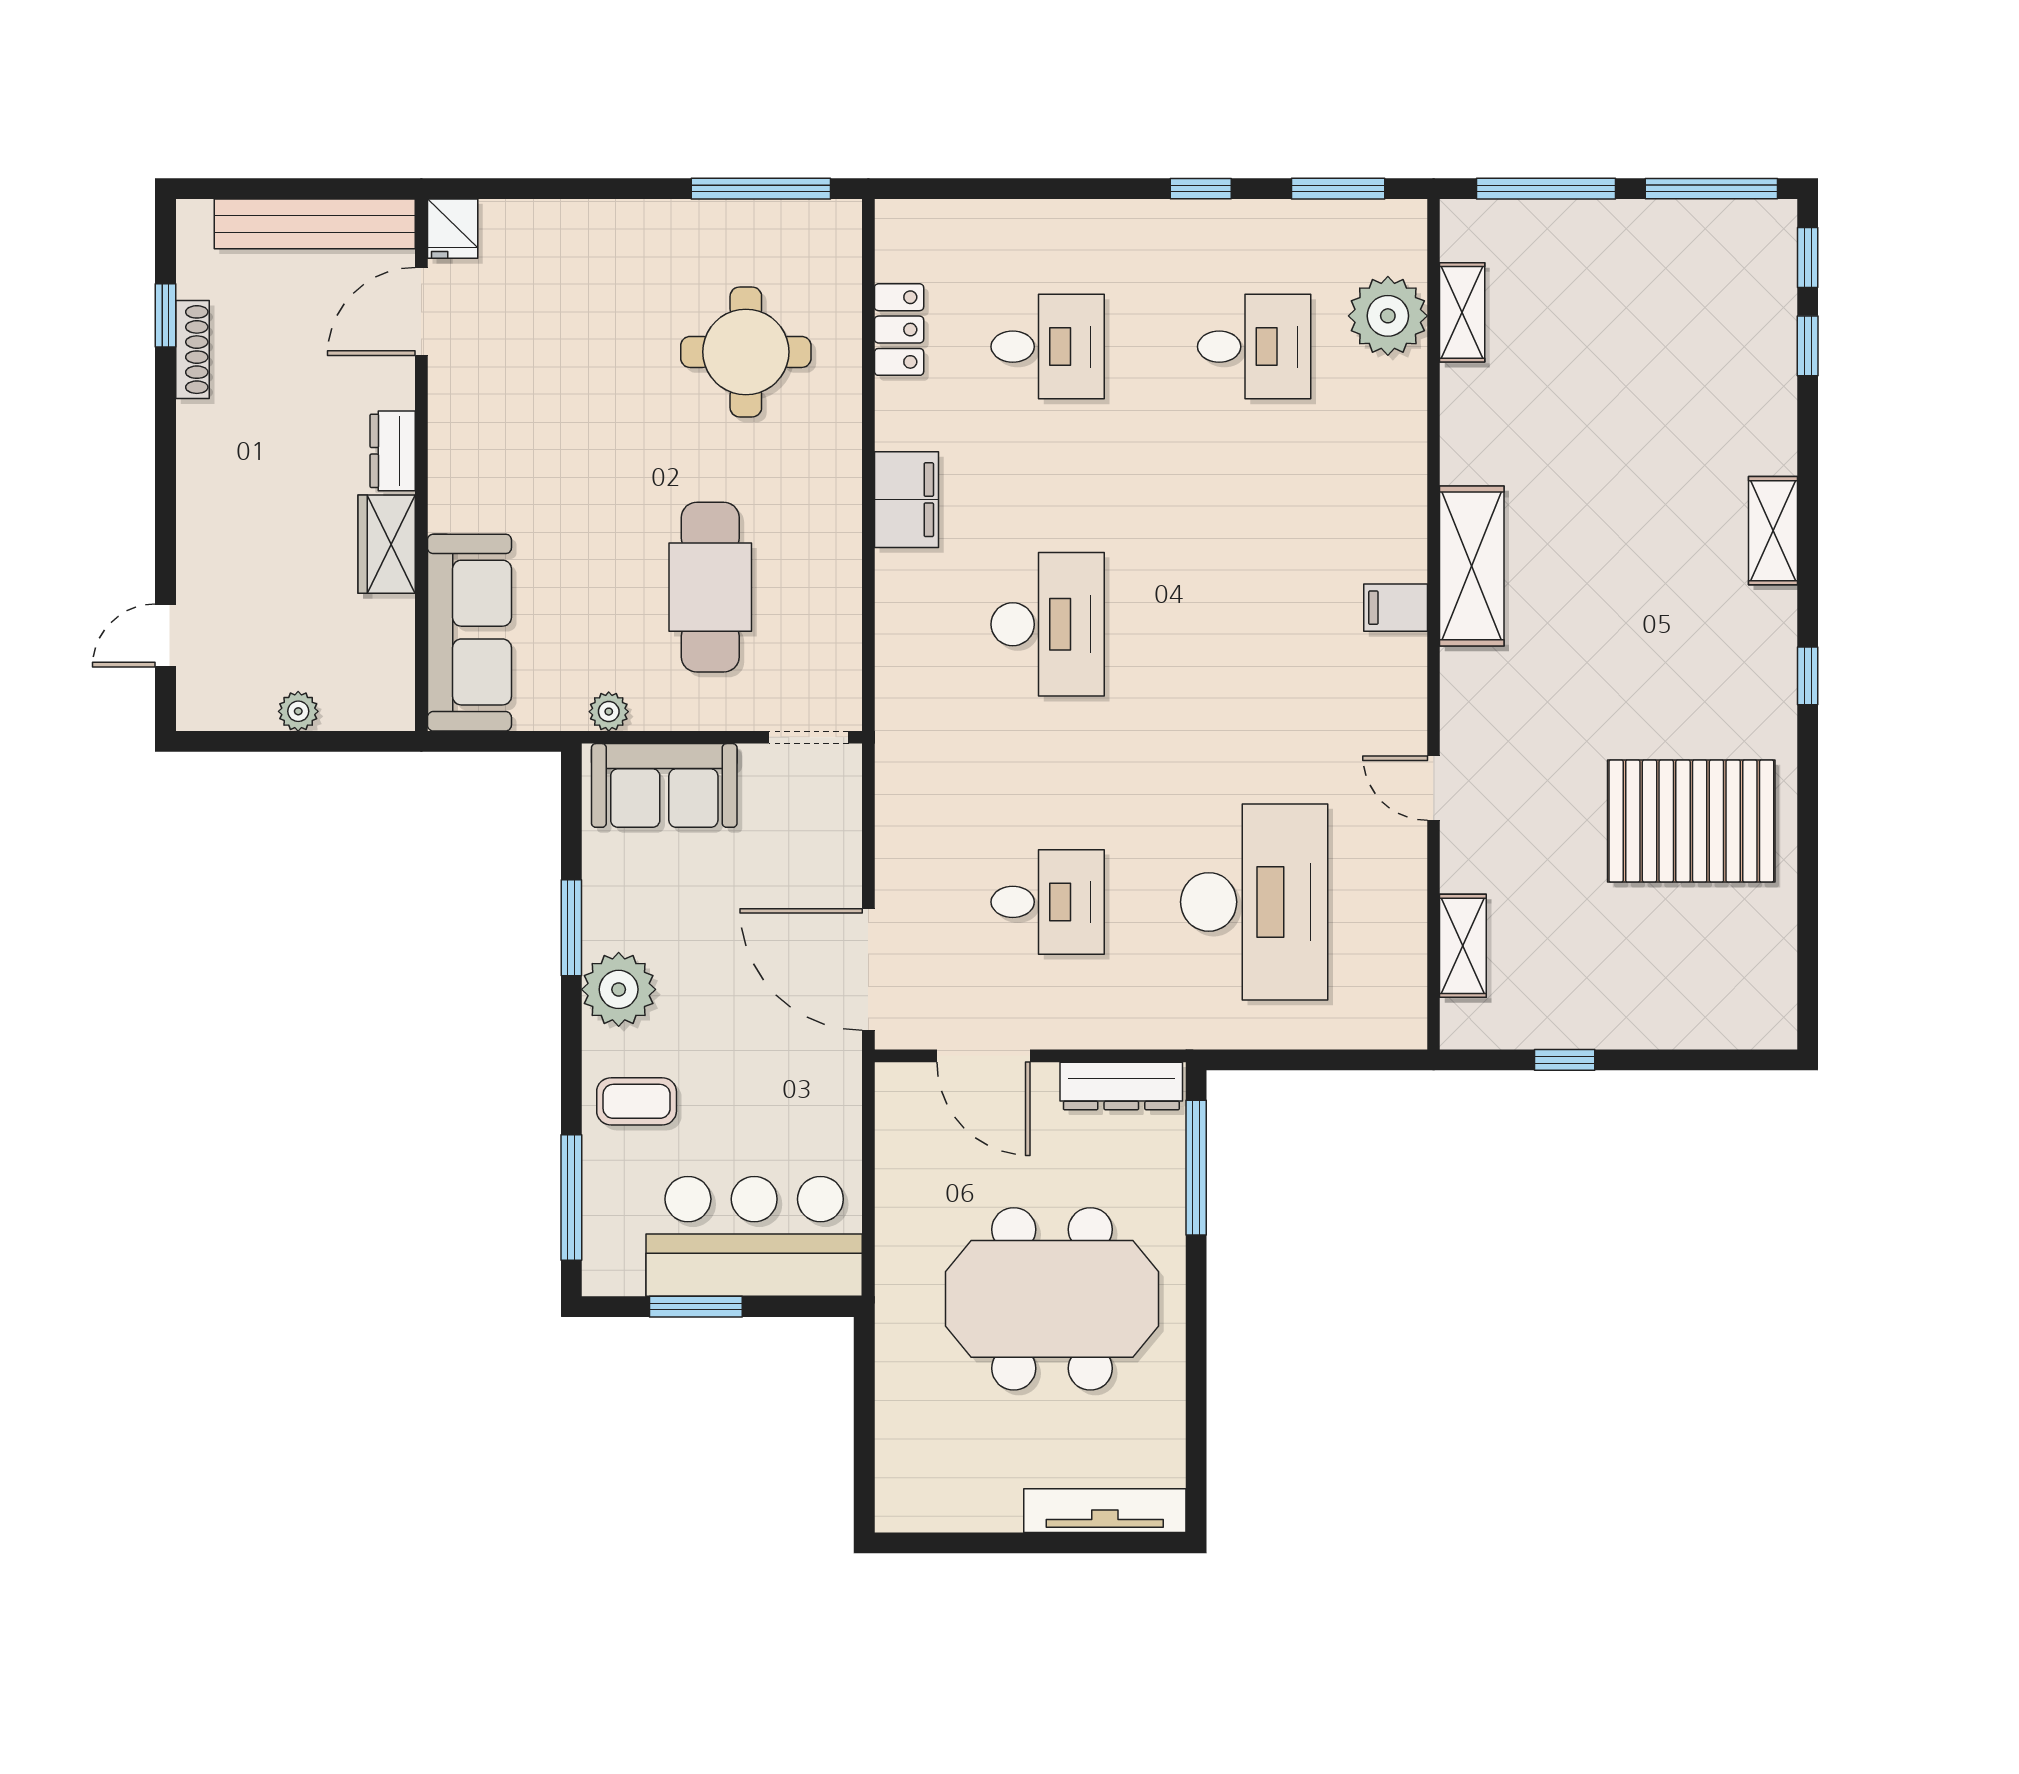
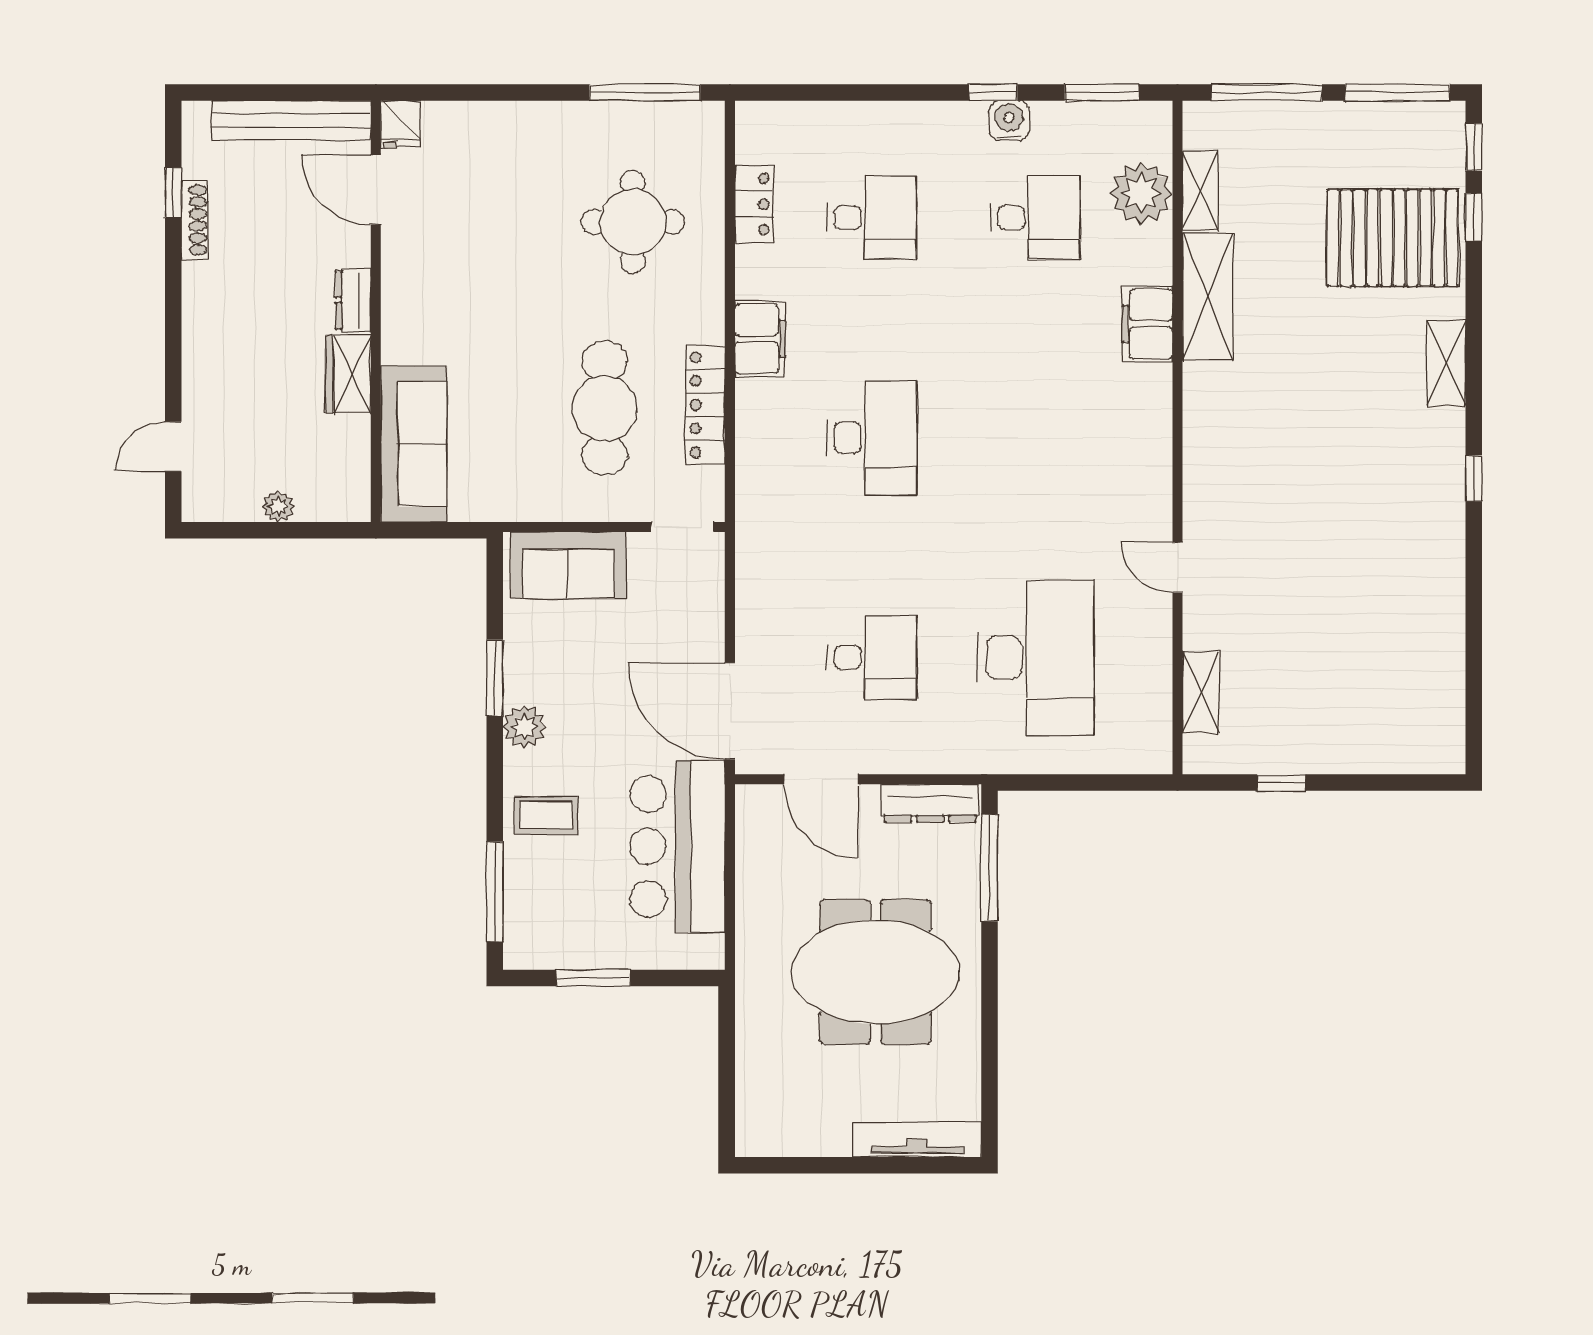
water cooler: (1221, 224) -> (1009, 121), added
door: (421, 311) -> (376, 190), hinge flipped
shelving: (1472, 566) -> (1208, 297), moved
locker: (837, 583) -> (705, 405), added
filing cabinet: (1396, 608) -> (1147, 324), moved, width x2.00
plant: (609, 712) -> (524, 507), removed
pallet: (1691, 821) -> (1393, 238), moved
plant: (619, 989) -> (524, 727), width x0.73, depth x0.73
bar counter: (754, 1236) -> (677, 846), moved, turned -90

